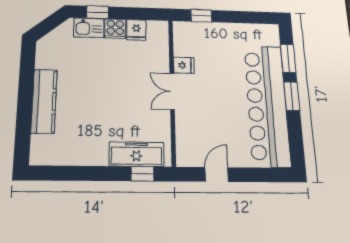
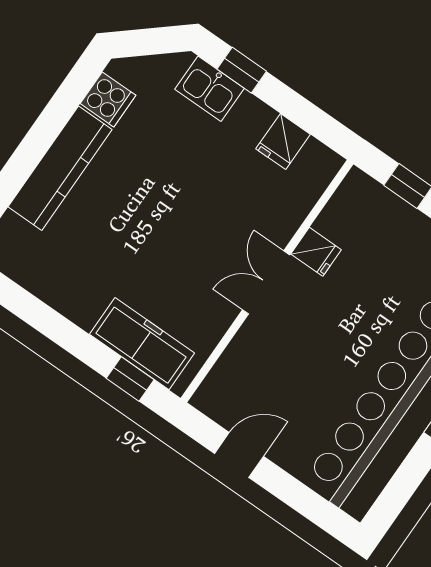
cooker: (115, 29) -> (108, 99), moved, turned -90

